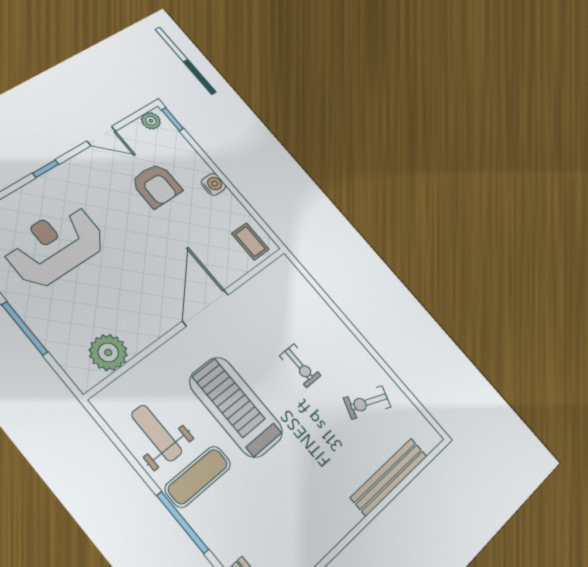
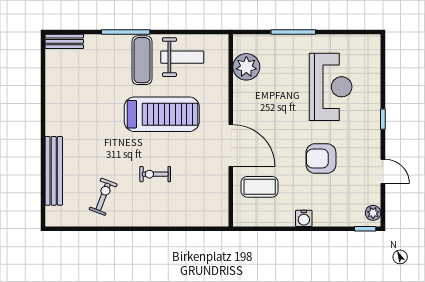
door: (101, 136) -> (383, 171), swing flipped
armchair: (156, 185) -> (321, 159), moved
coffee table: (250, 241) -> (260, 187), moved, width x1.36, depth x1.30

